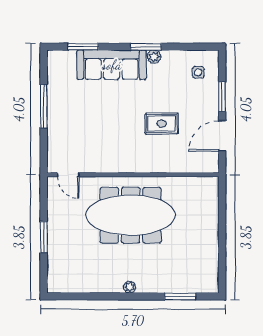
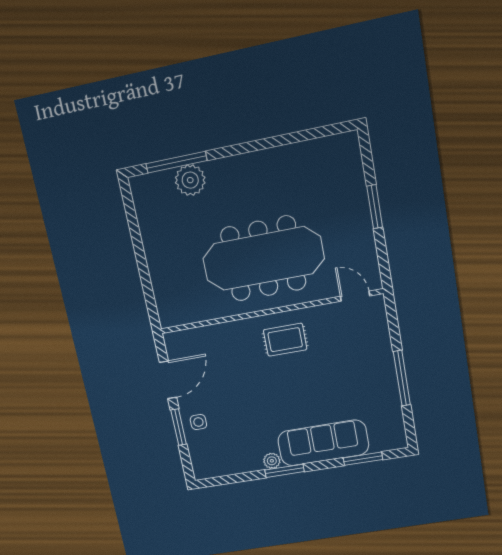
side table: (198, 72) -> (198, 422), moved
rug: (162, 124) -> (285, 340), moved
plant: (130, 287) -> (190, 180), moved, width x1.88, depth x1.88
window: (180, 296) -> (176, 162), width x1.44

